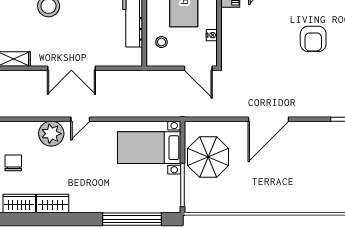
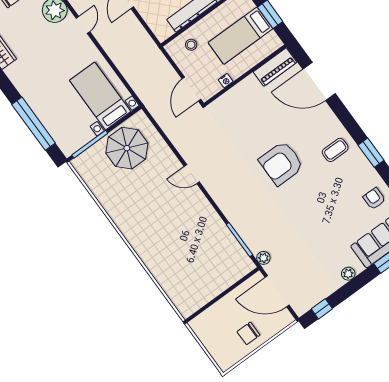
armchair: (313, 39) -> (281, 163), width x1.36, depth x1.36
door: (80, 119) -> (83, 25), swing flipped
door: (268, 119) -> (192, 174), width x0.53

